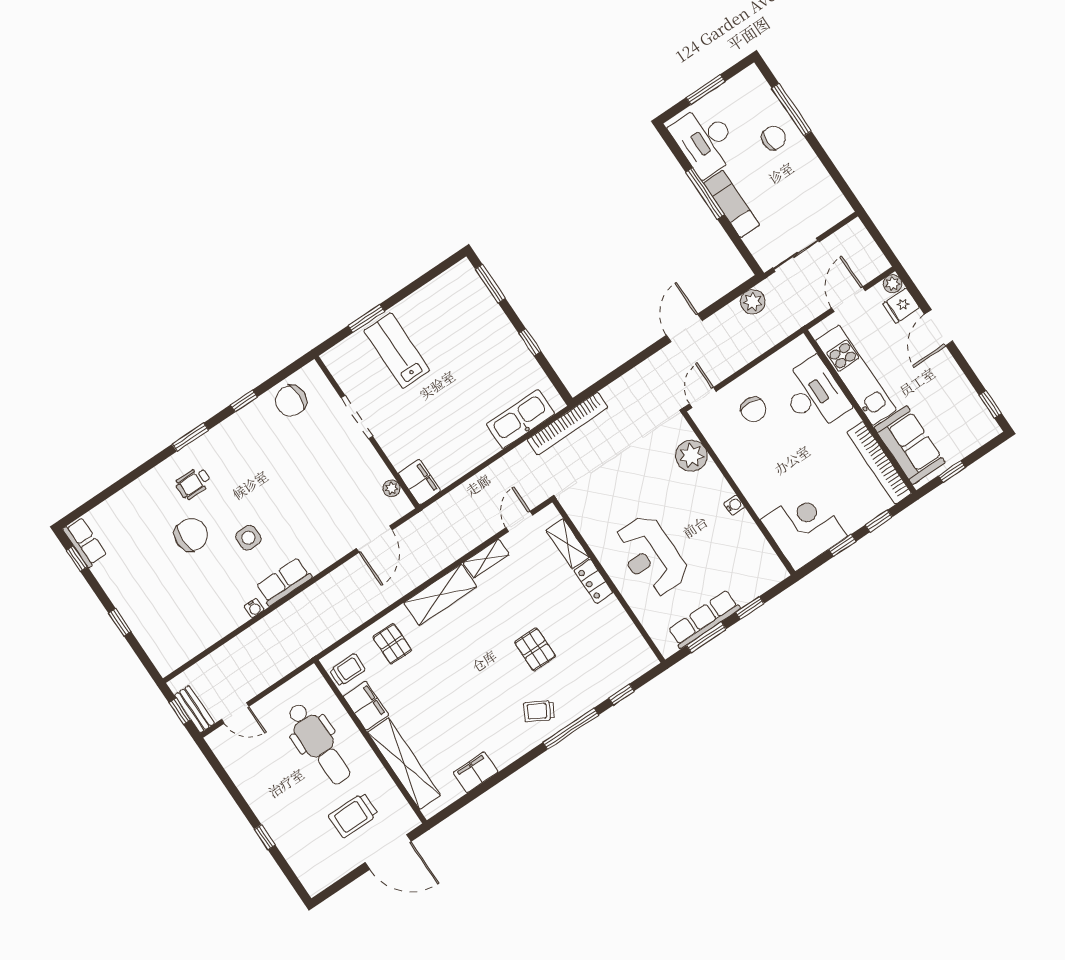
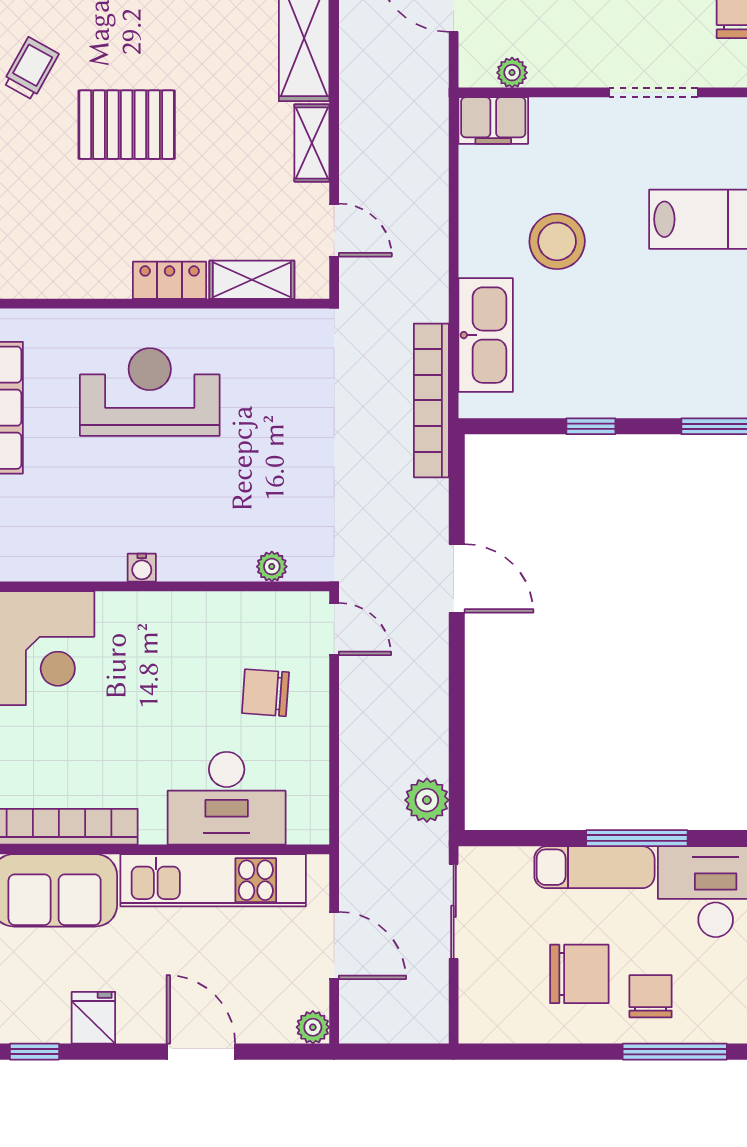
chair: (774, 138) -> (651, 996), turned 180
chair: (785, 178) -> (579, 974), added
fridge: (901, 306) -> (93, 1018), moved
door: (684, 328) -> (457, 578), moved
stool: (455, 415) -> (557, 241), added
plant: (691, 456) -> (272, 567), width x0.53, depth x0.53
pallet: (535, 649) -> (127, 125), width x1.50, depth x1.42

